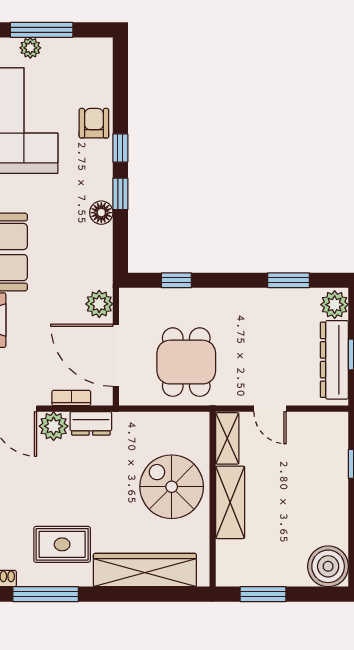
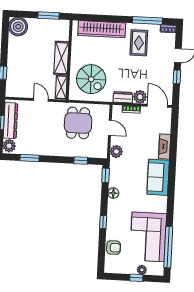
window: (42, 30) -> (136, 278), width x0.46
armchair: (94, 123) -> (114, 248), moved, turned -90
window: (120, 194) -> (106, 175), moved
door: (116, 355) -> (110, 128), width x0.53
spiral stairs: (172, 487) -> (91, 79), moved
rug: (62, 544) -> (139, 43), turned 90

